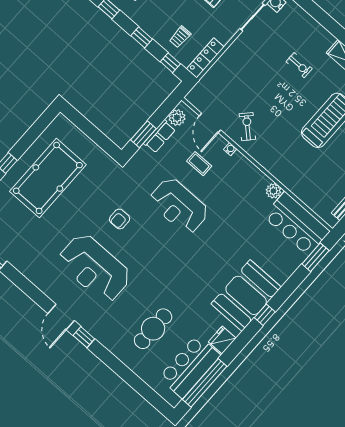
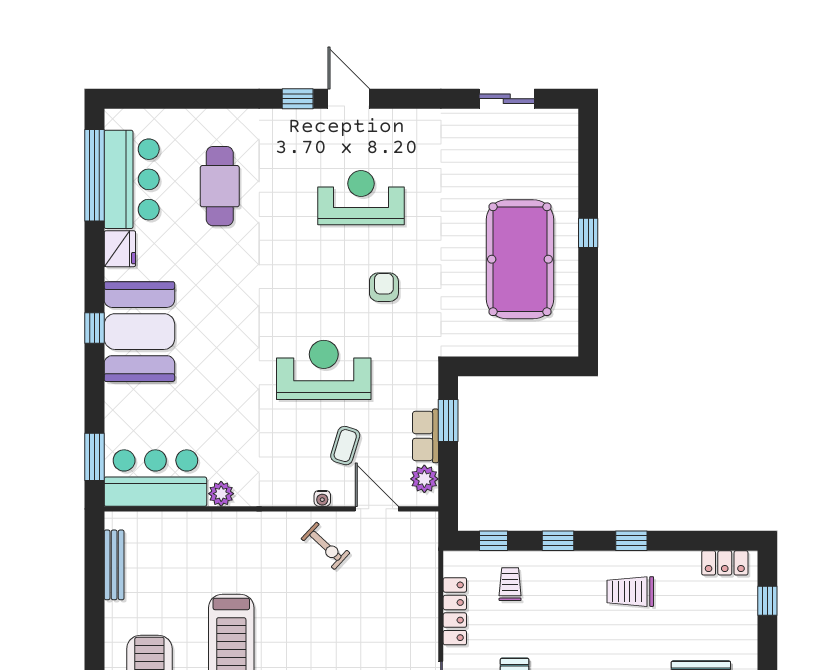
locker: (205, 58) -> (455, 611), moved
coffee table: (199, 164) -> (345, 446), turned -73
reception desk: (95, 268) -> (361, 198), width x0.74, depth x0.77

